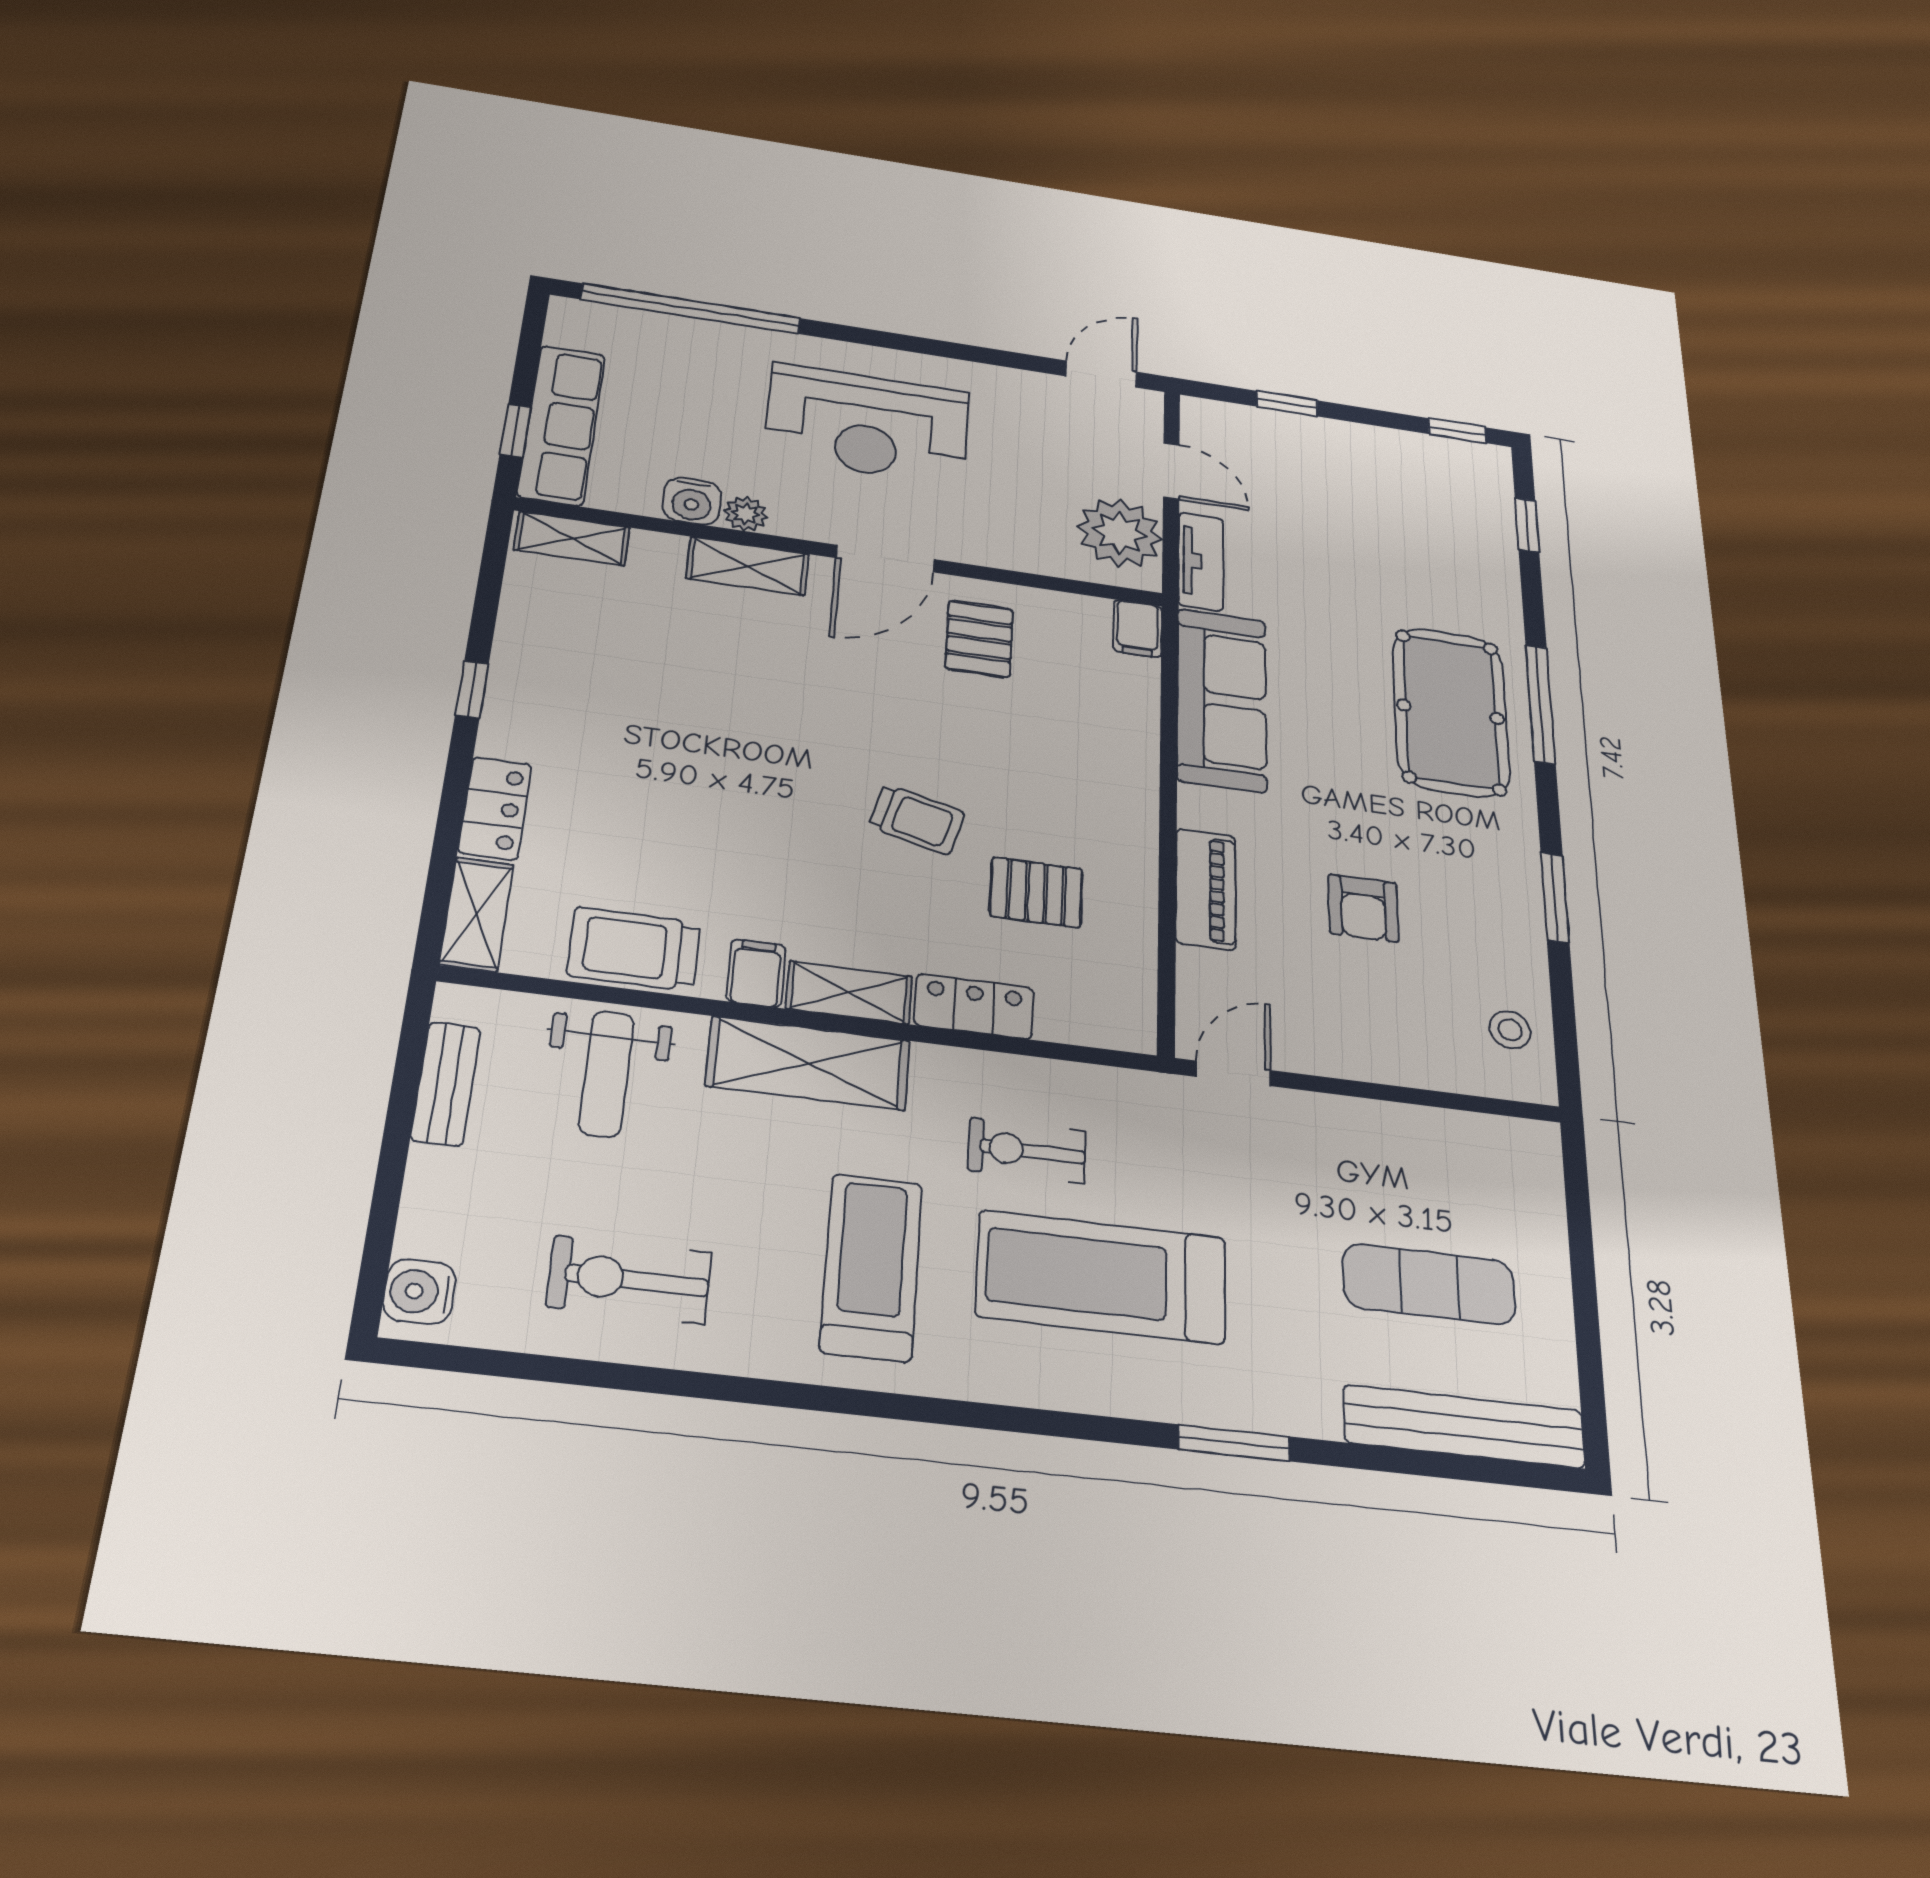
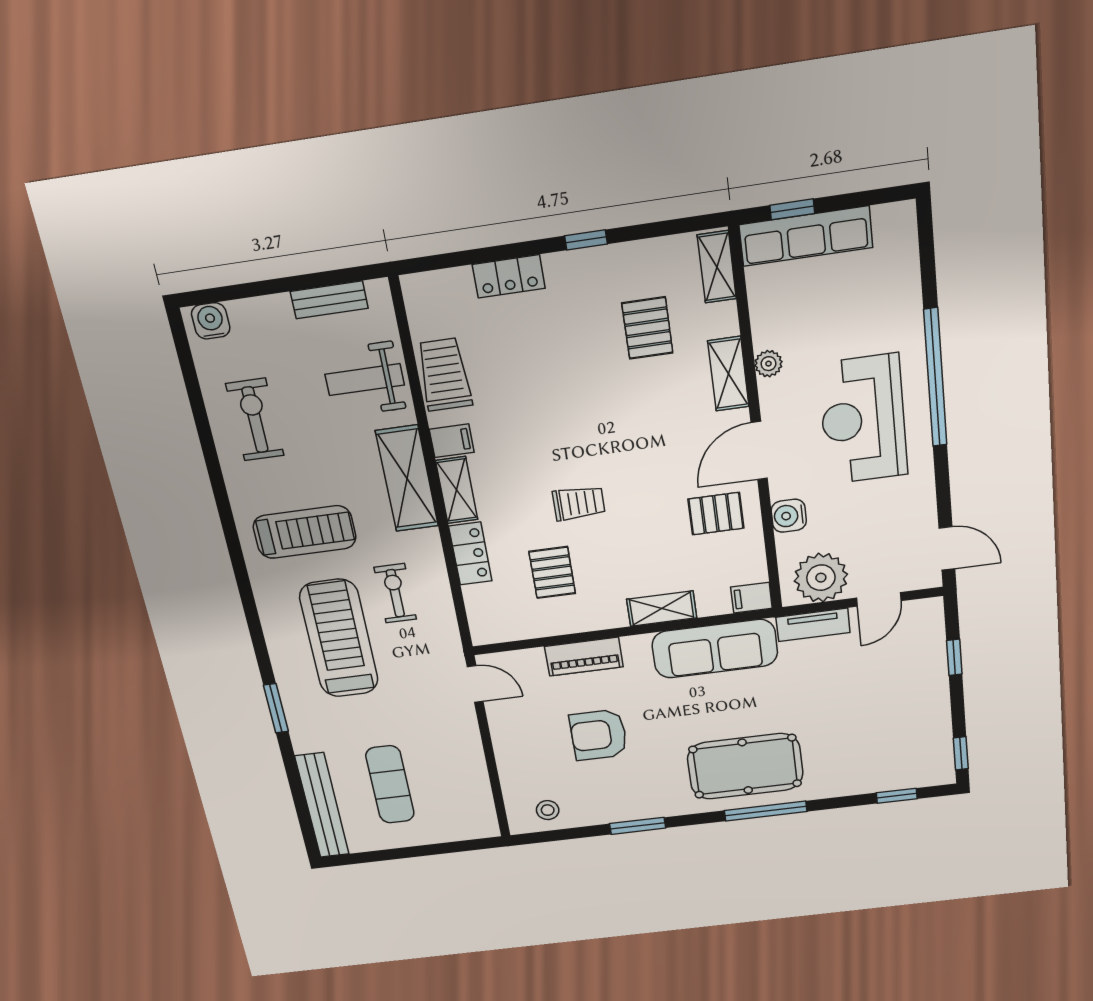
window: (691, 309) -> (935, 378), moved
water cooler: (692, 501) -> (789, 516), moved
door: (885, 559) -> (759, 451), hinge flipped
pallet: (641, 648) -> (647, 328), added
trolley: (917, 819) -> (579, 503), turned -105
armchair: (1363, 908) -> (599, 735), width x1.38, depth x1.38
shelving: (477, 914) -> (662, 609), moved

